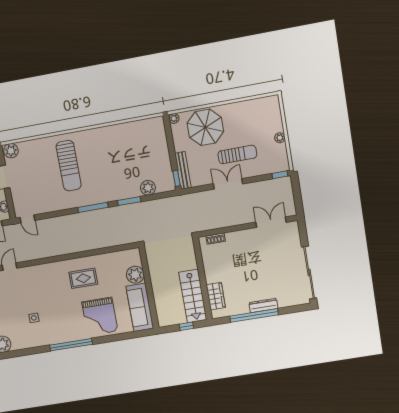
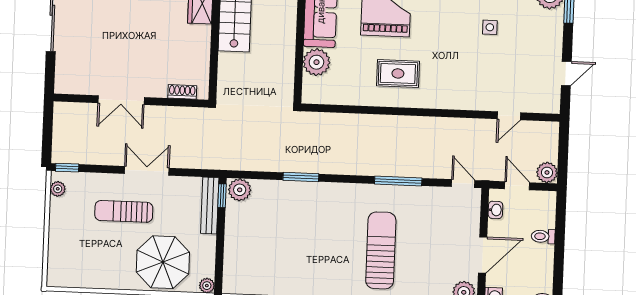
plant: (280, 138) -> (58, 189), moved
double door: (228, 184) -> (147, 171), swing flipped
plant: (148, 188) -> (240, 190), moved
window: (93, 207) -> (398, 181), moved
double door: (271, 222) -> (121, 100), moved

